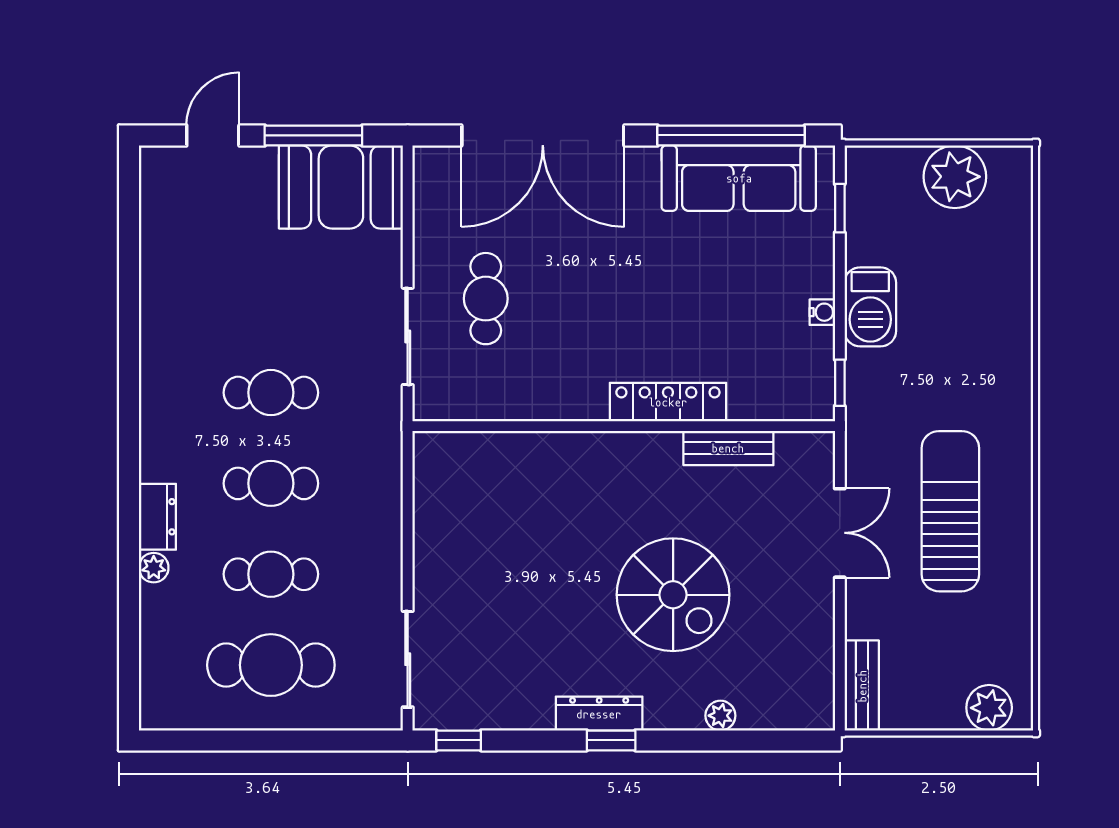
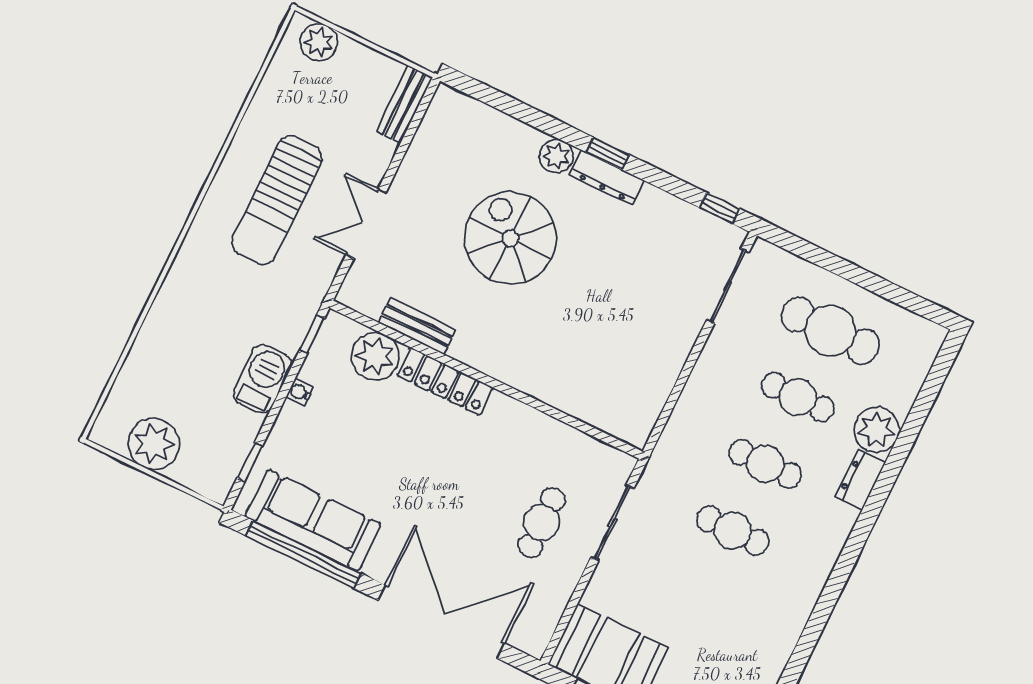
plant: (758, 392) -> (375, 356), added
plant: (154, 568) -> (877, 430), width x1.87, depth x1.87
plant: (720, 716) -> (556, 156), moved, width x1.38, depth x1.38

